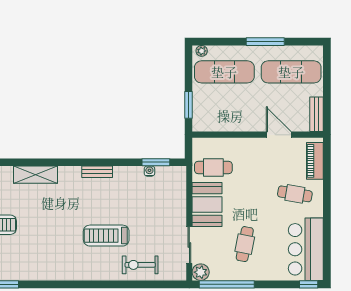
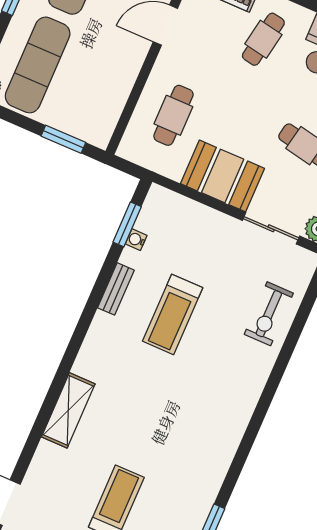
cafe table: (213, 167) -> (173, 115), moved
bench: (97, 172) -> (116, 289), moved
treadmill: (106, 236) -> (173, 314), moved

